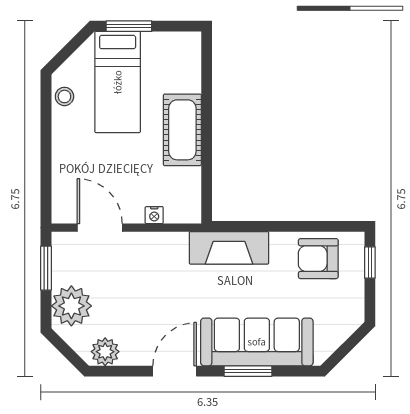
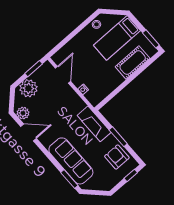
window: (129, 26) -> (151, 39), moved
cot: (182, 130) -> (133, 63), moved
window: (286, 226) -> (118, 137), added
door: (175, 371) -> (28, 132), moved
window: (248, 371) -> (69, 179), moved

